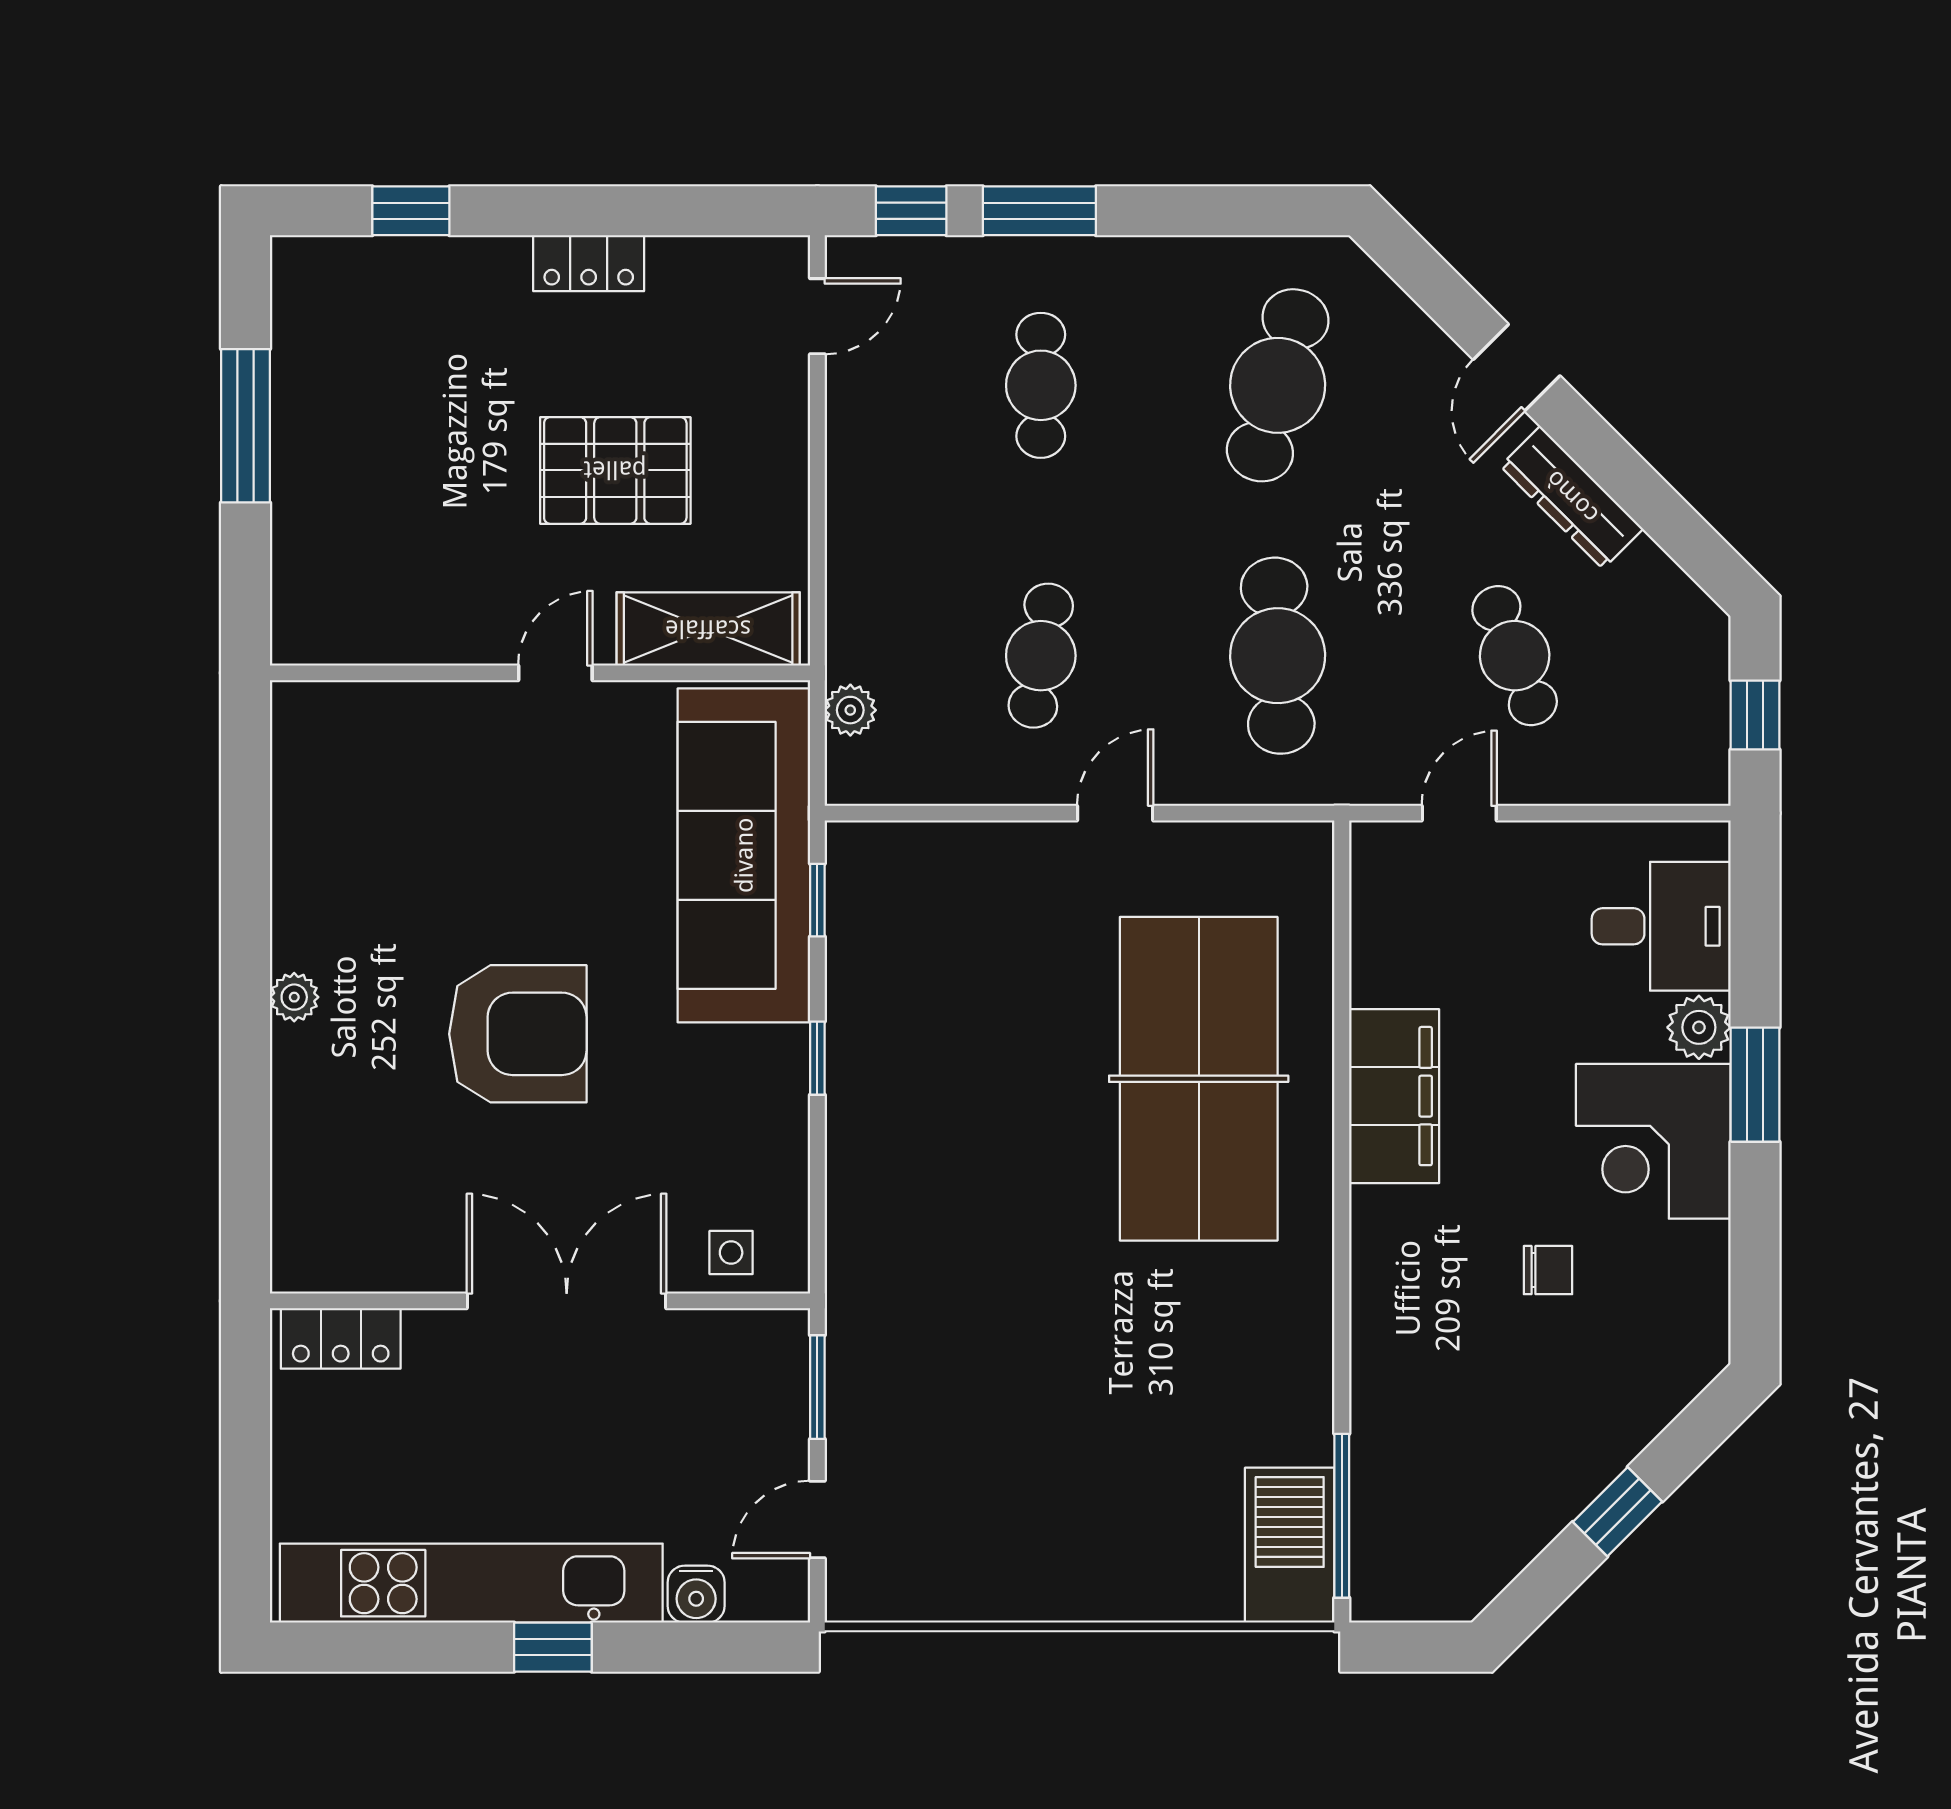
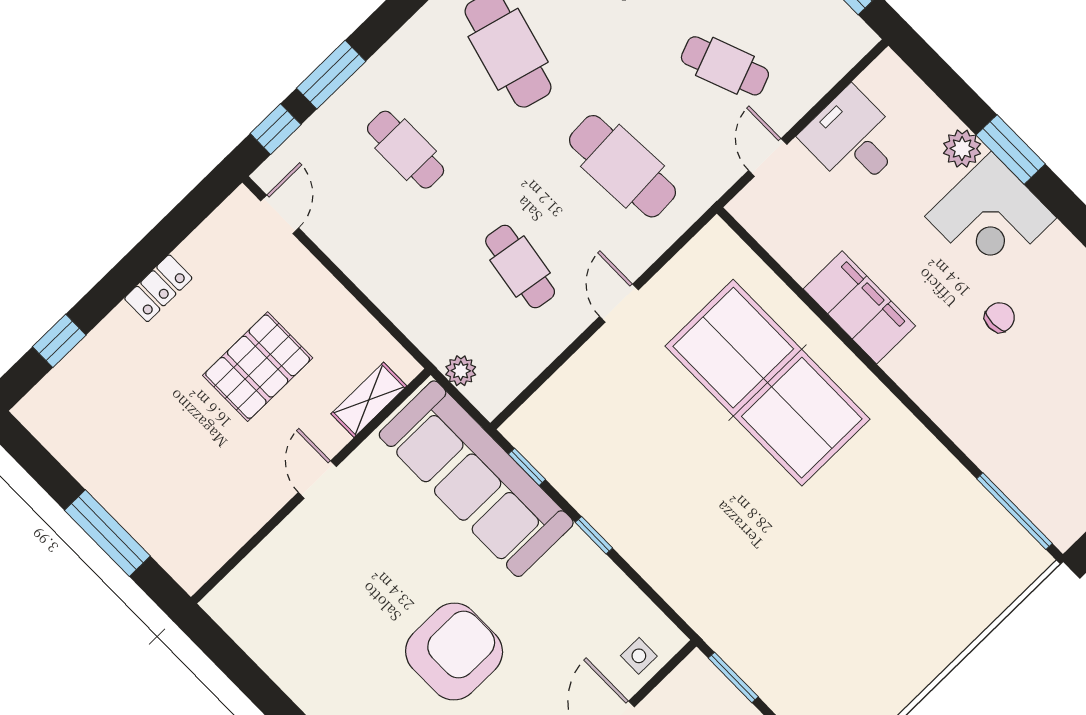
window: (246, 426) -> (107, 533), moved
shelving: (708, 629) -> (369, 400), width x0.67, depth x0.75
desk: (1661, 926) -> (853, 139), moved, turned -90
barbecue: (1290, 1545) -> (1004, 546), removed

